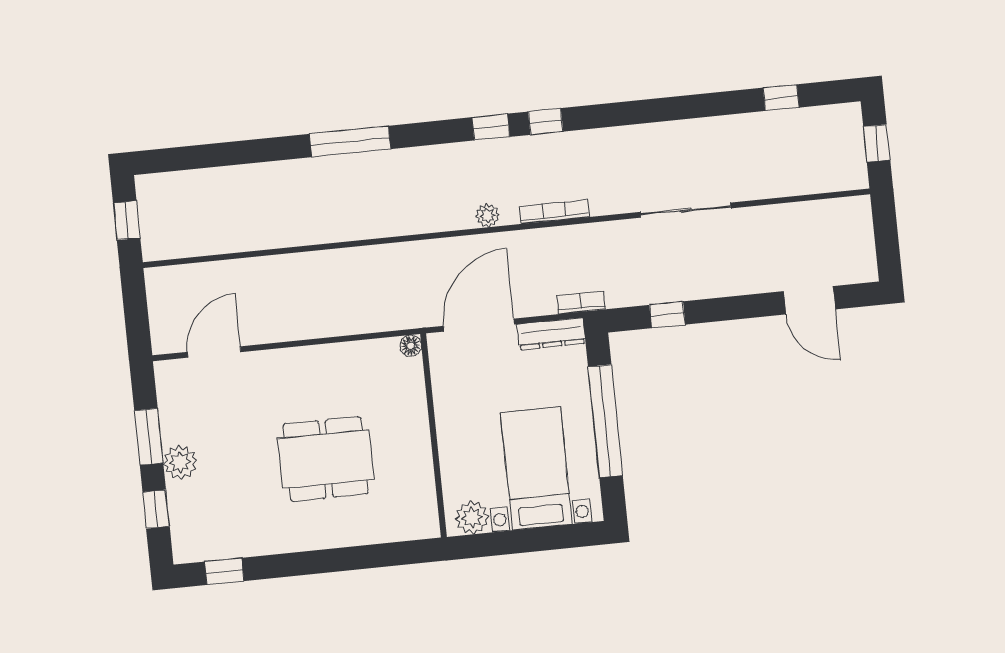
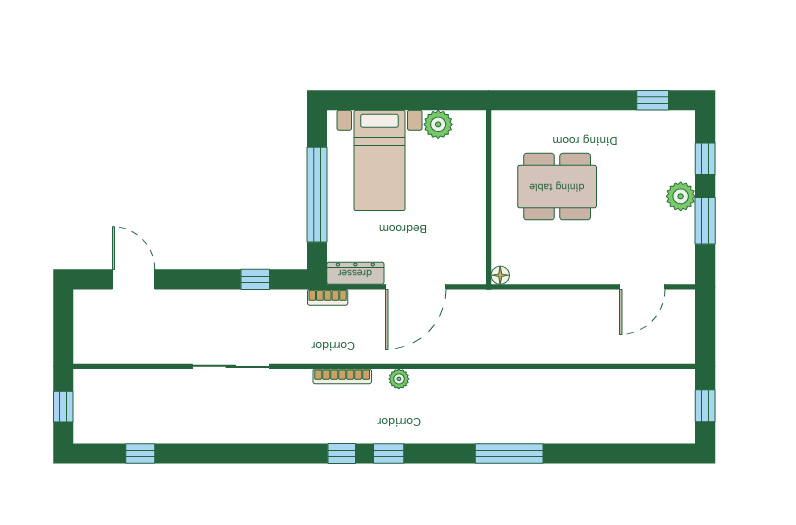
floor lamp: (411, 346) -> (500, 275), moved
wall: (433, 435) -> (489, 197), moved

